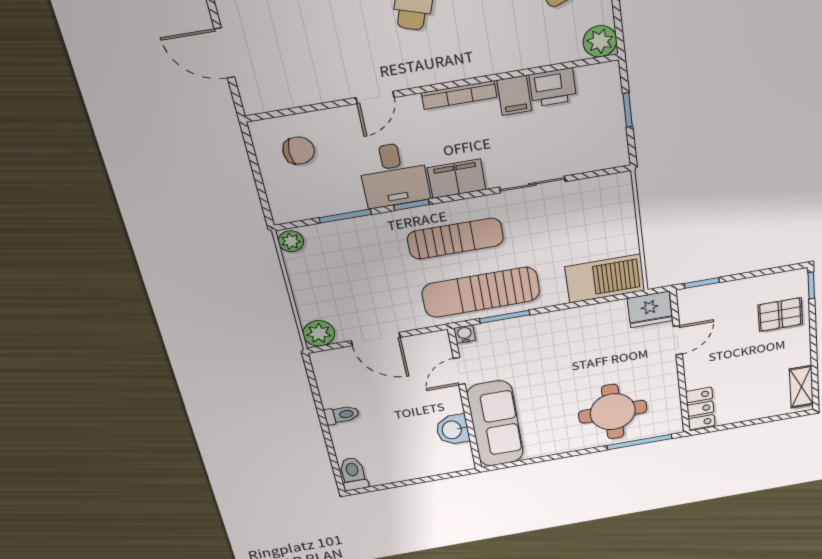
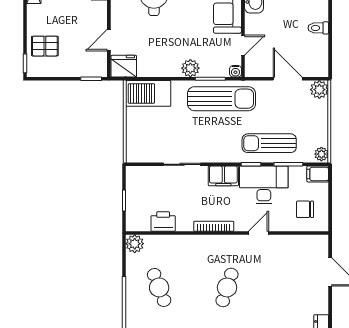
filing cabinet: (514, 95) -> (318, 174), moved, turned -90
desk: (394, 175) -> (264, 185), width x1.37
sun lounger: (455, 239) -> (269, 143), moved
plant: (540, 326) -> (190, 68), added

